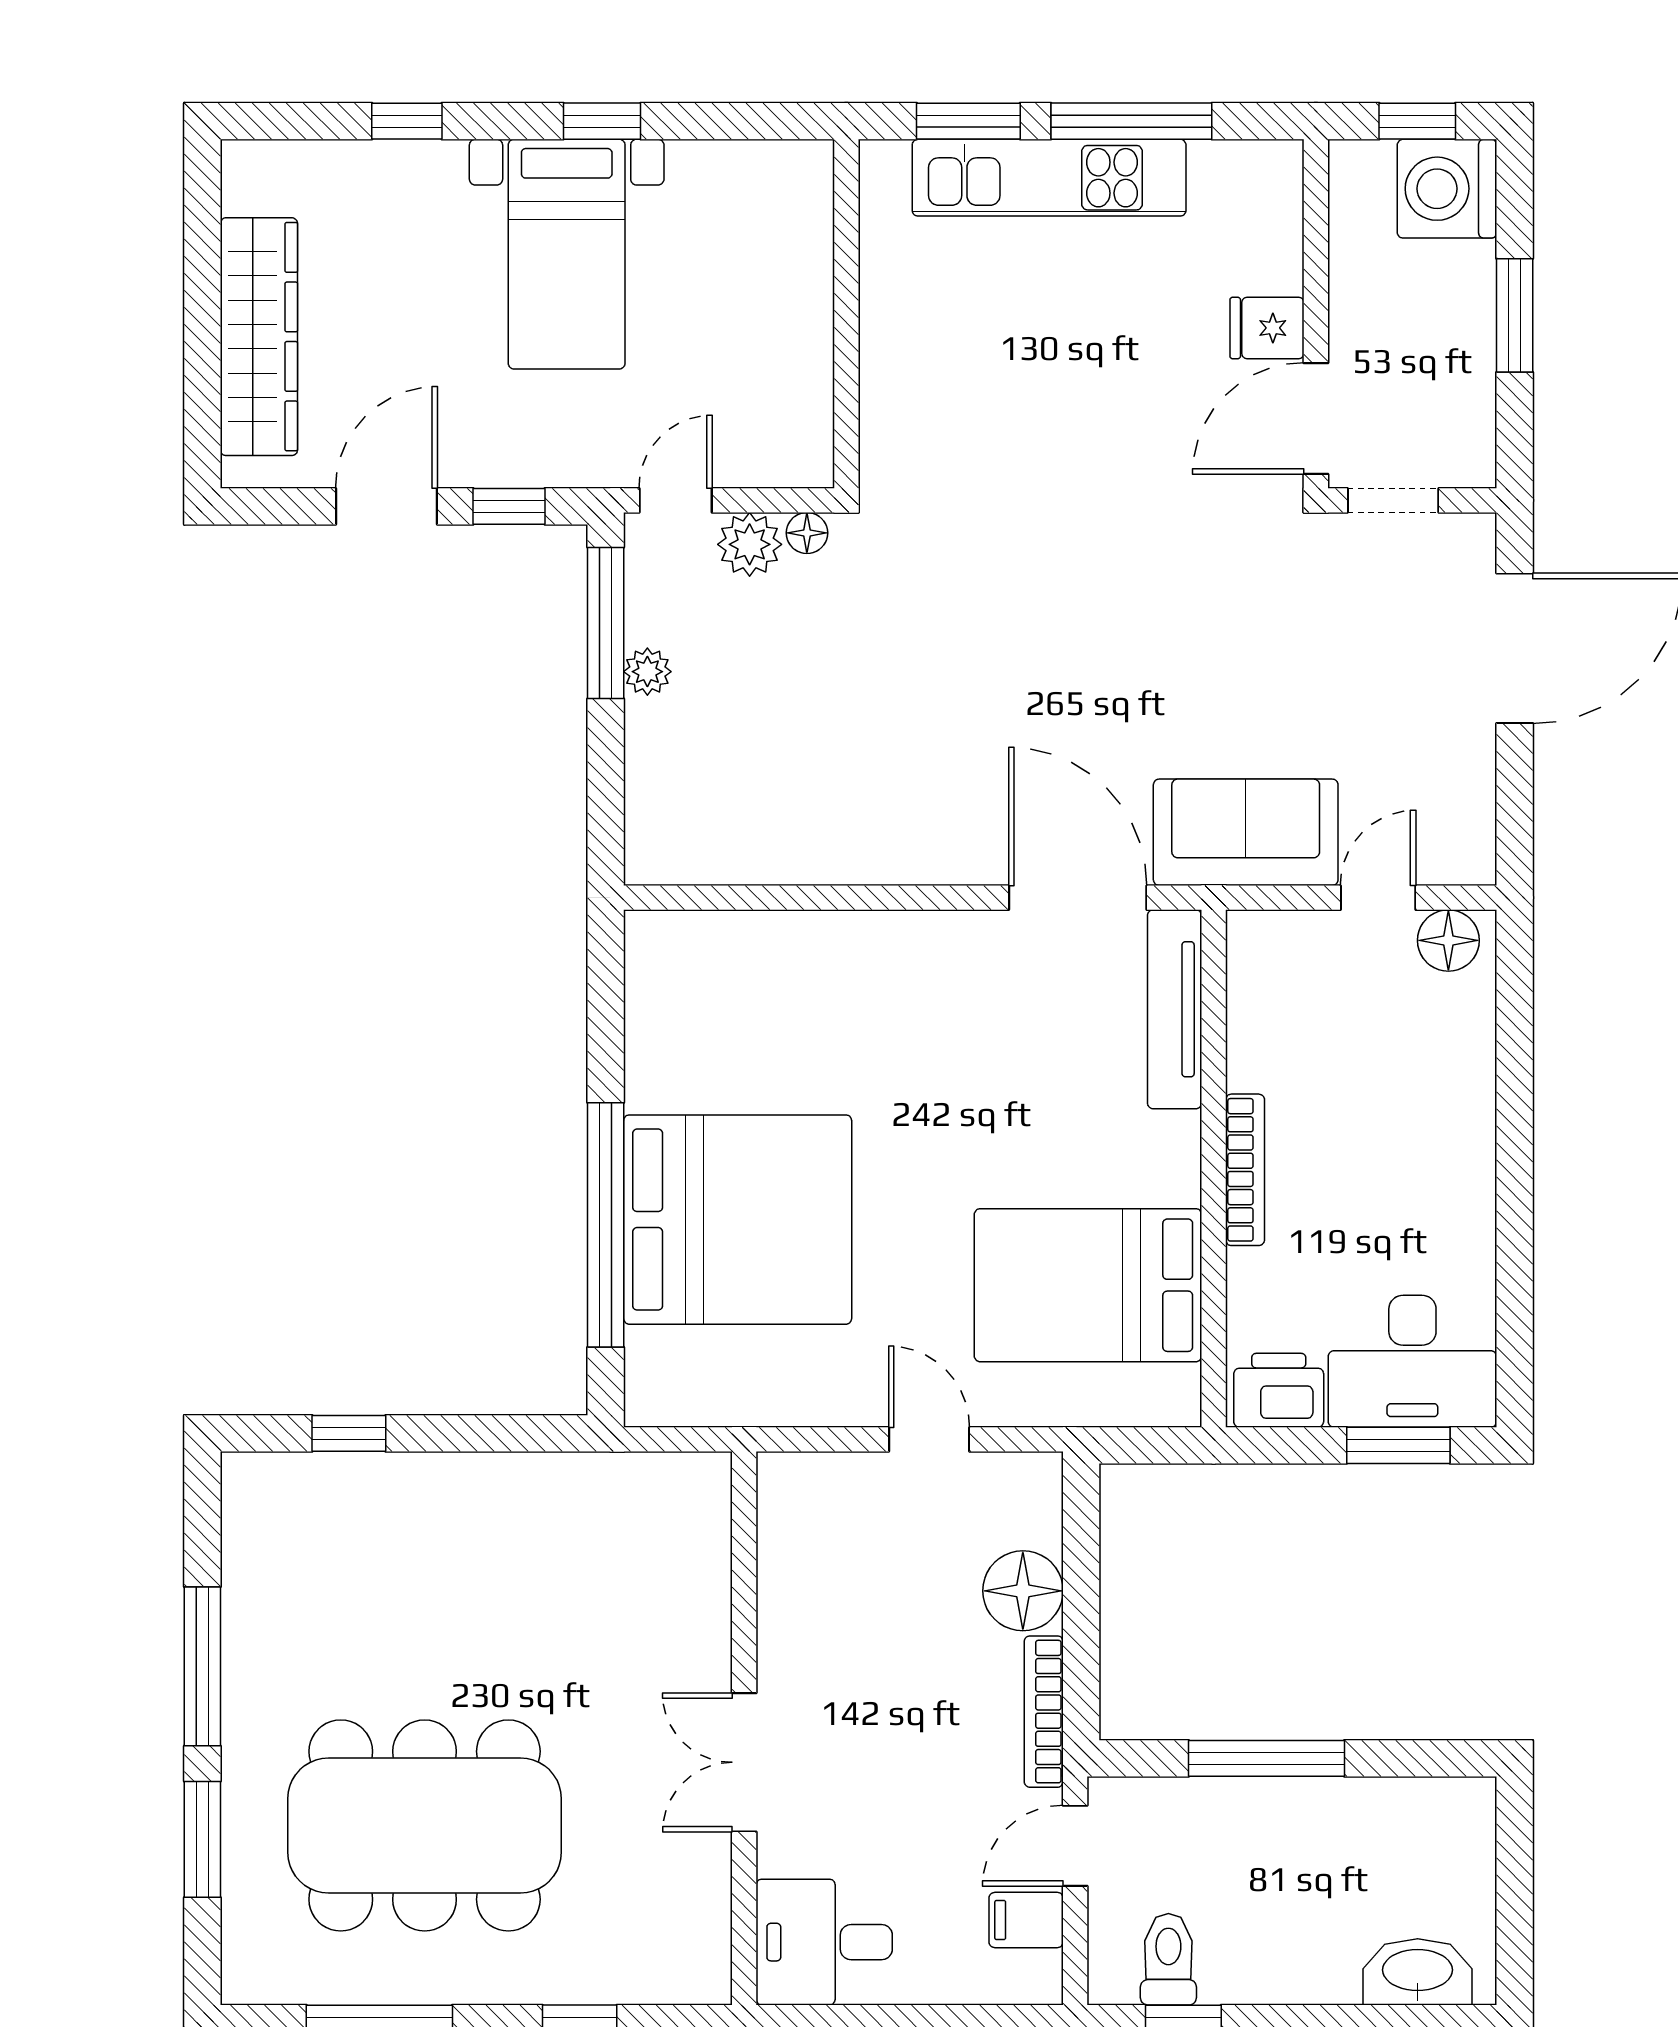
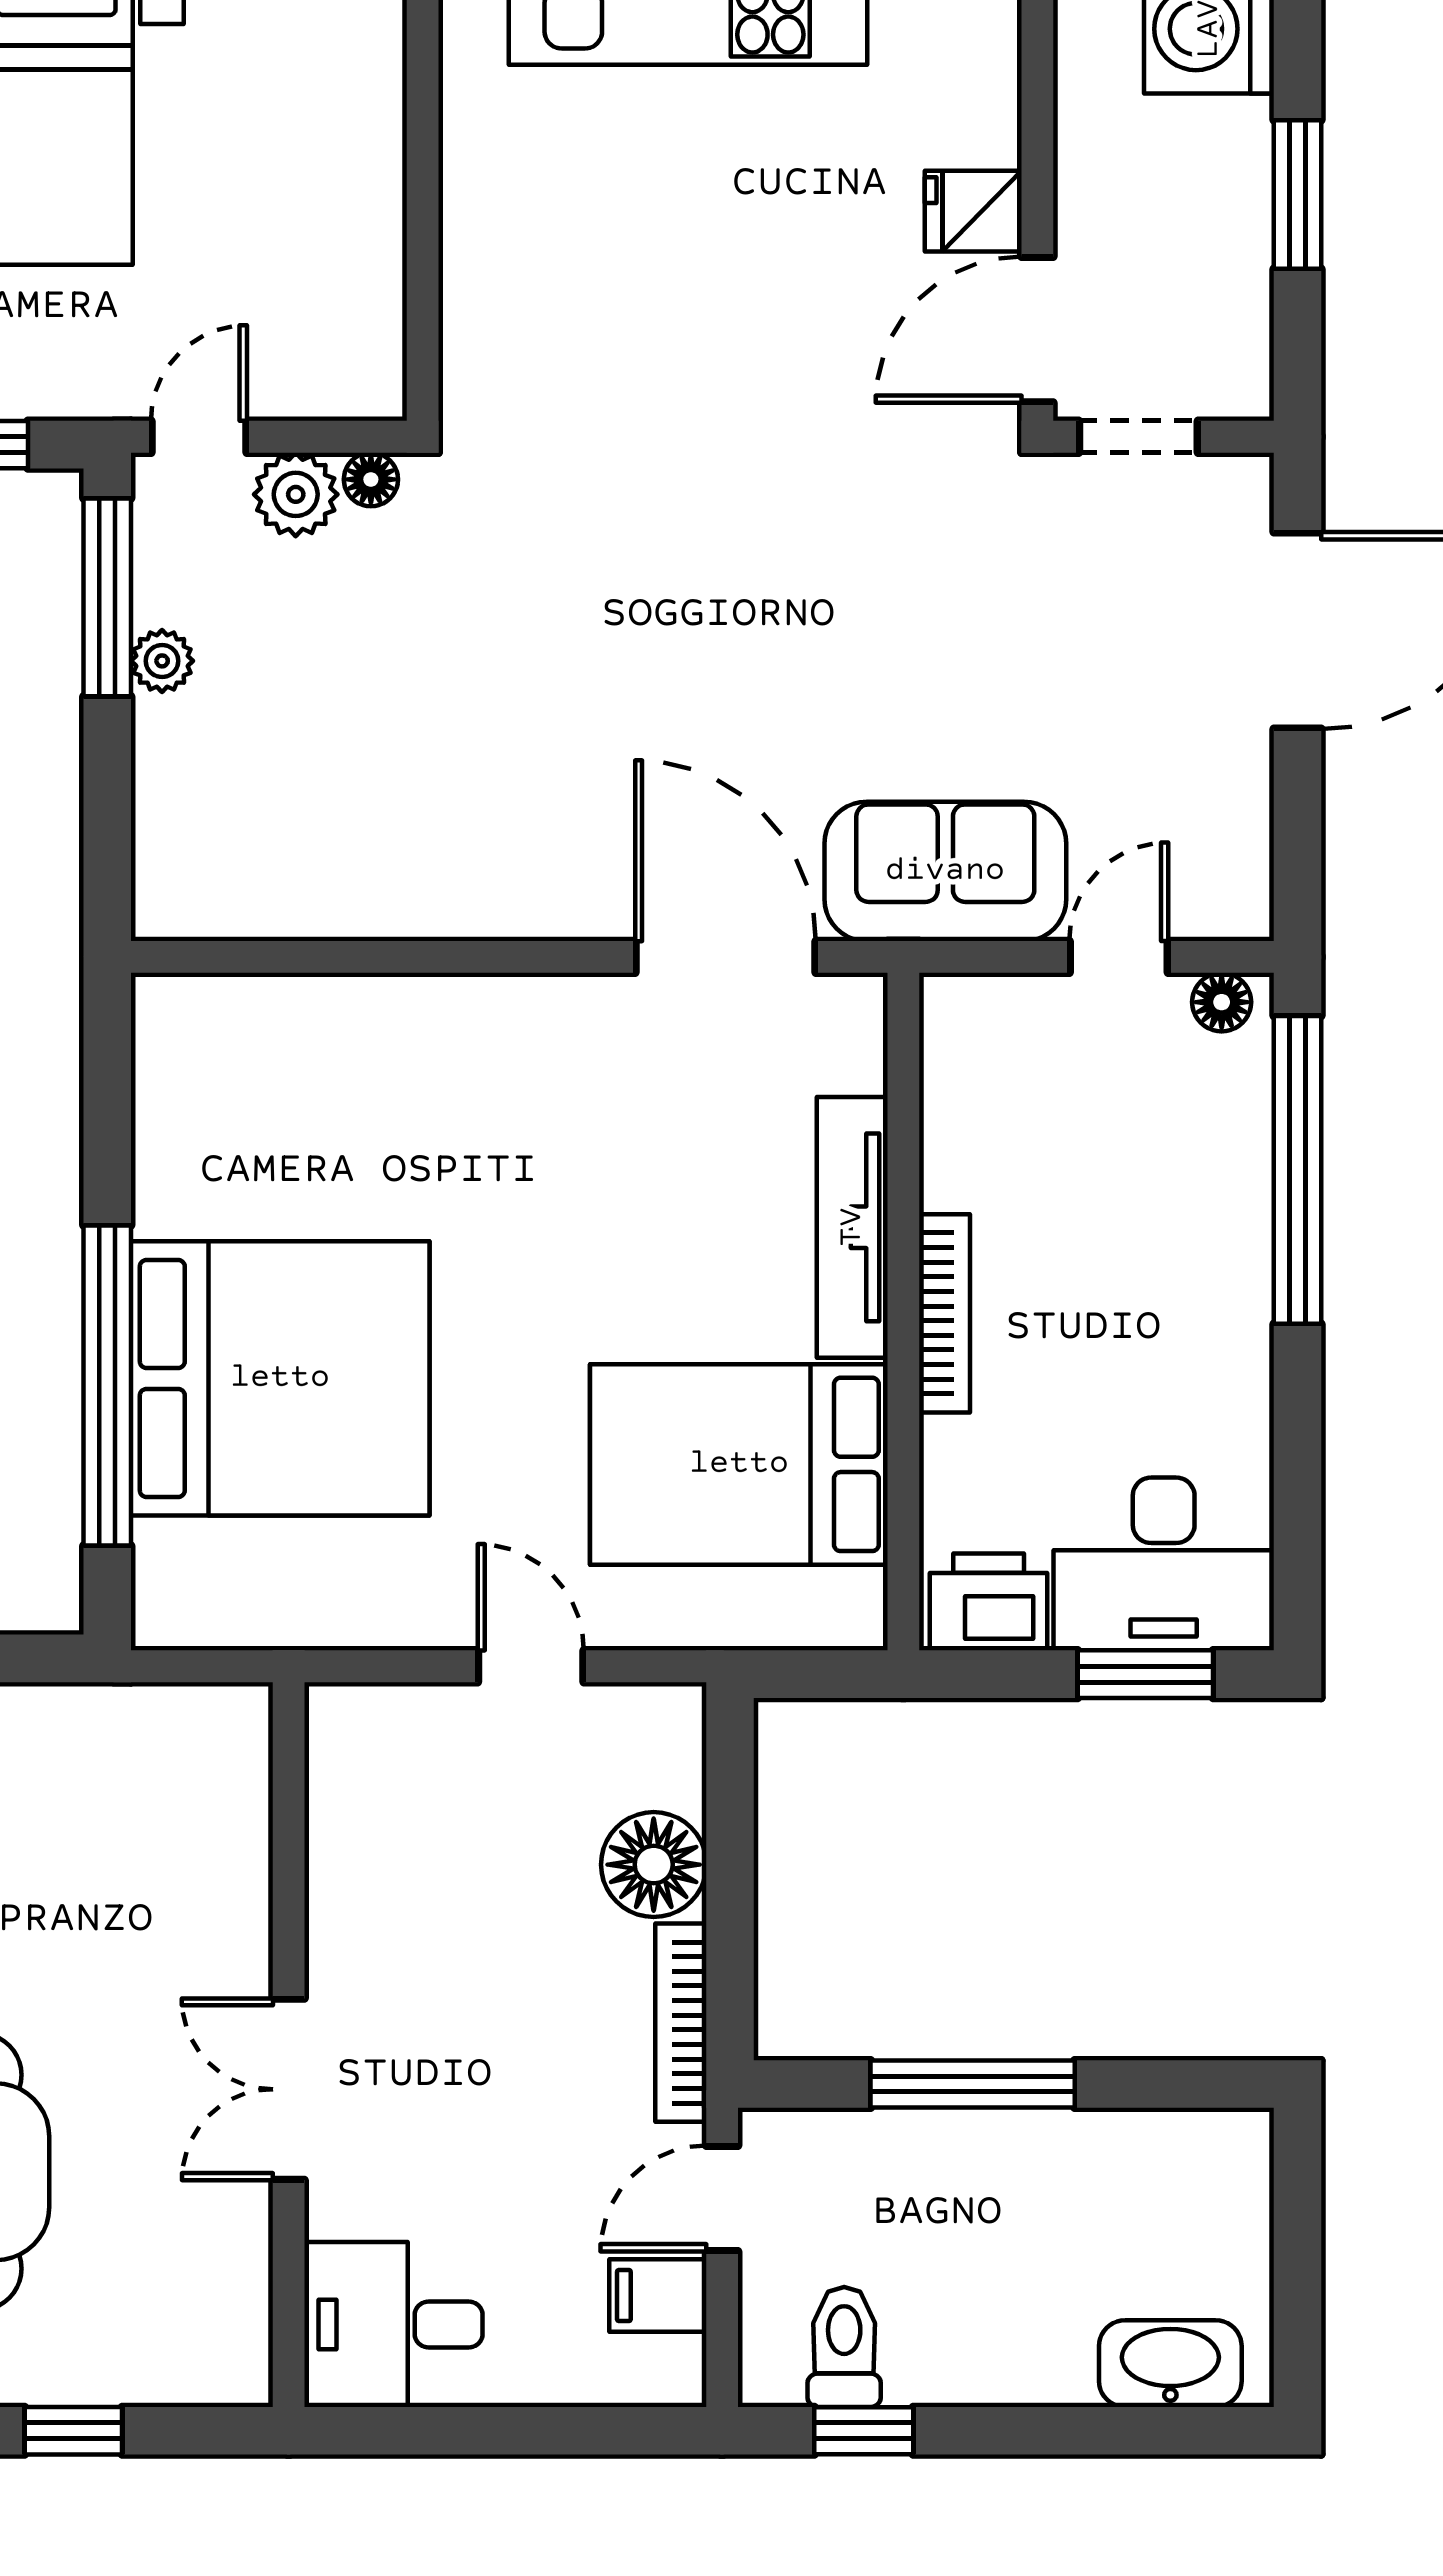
floor lamp: (1448, 940) -> (1222, 1002), width x0.73, depth x0.73
tv unit: (1175, 1009) -> (852, 1227), moved
window: (1515, 1060) -> (1297, 1170), added

